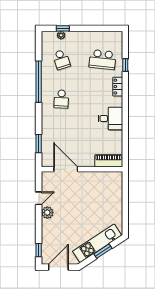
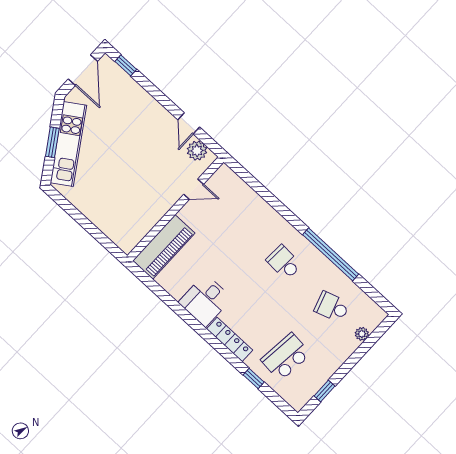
window: (63, 28) -> (324, 391), moved
locker: (118, 87) -> (230, 339), width x1.53
window: (39, 144) -> (255, 185), removed
piano: (109, 161) -> (164, 247), width x1.37, depth x1.33
door: (66, 169) -> (194, 189), width x0.53
plant: (47, 213) -> (197, 151), moved

